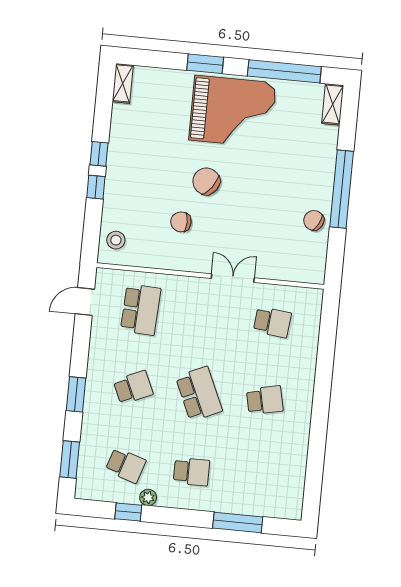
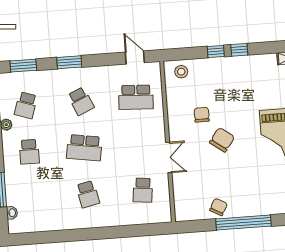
chair: (206, 181) -> (222, 140), moved
school desk: (199, 394) -> (84, 148), turned 33
washbasin: (273, 511) -> (12, 213), added

